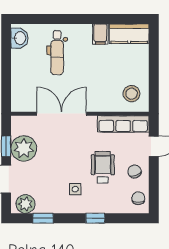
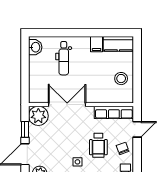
stool: (132, 94) -> (121, 79), moved
plant: (24, 148) -> (38, 116), moved
wheelchair: (103, 167) -> (98, 145), turned 180

